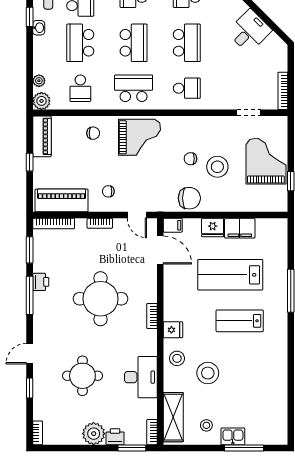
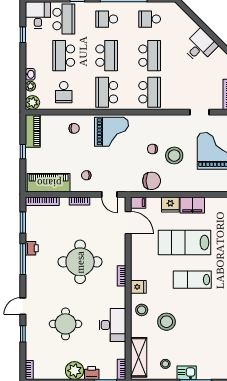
washbasin: (39, 28) -> (30, 74), moved
school desk: (134, 88) -> (107, 92), turned -90
school desk: (187, 88) -> (150, 92), width x1.85

